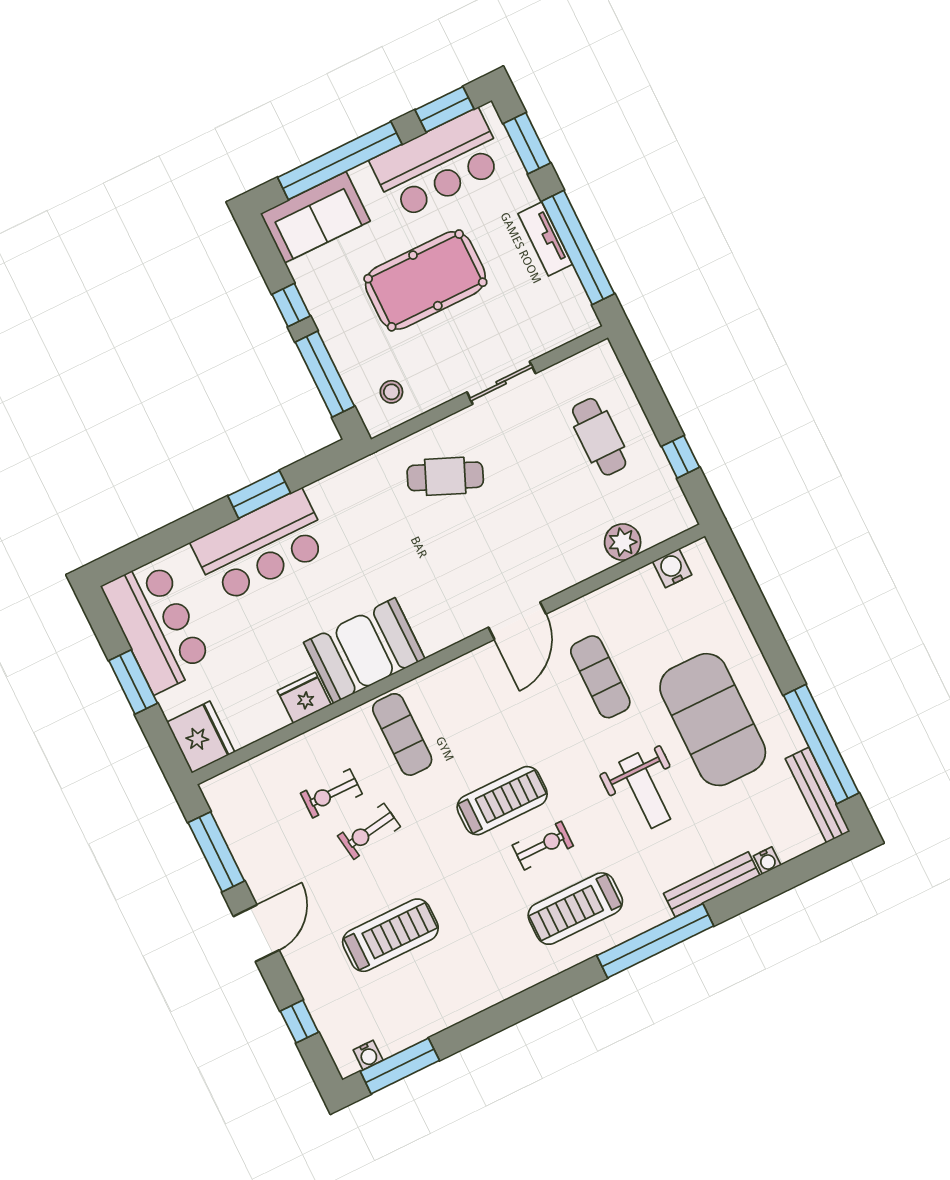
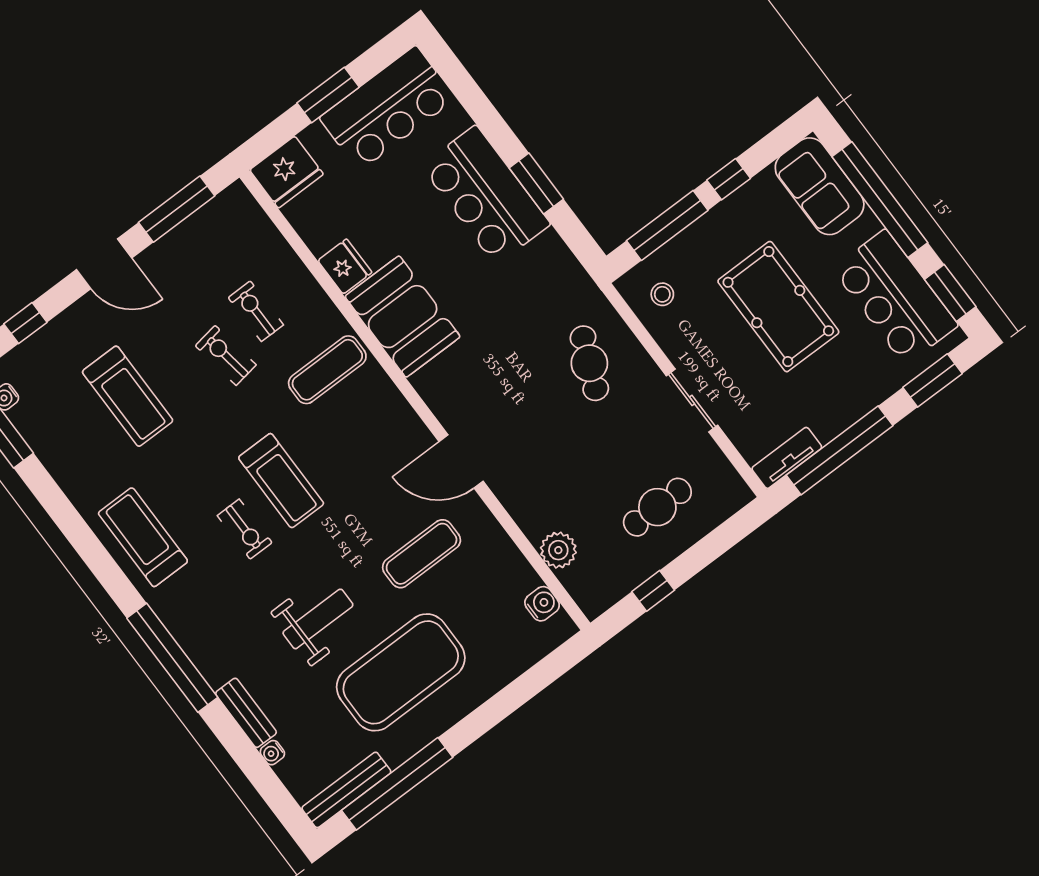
tv unit: (545, 239) -> (787, 458), moved
weight bench: (645, 791) -> (318, 619), turned 180
bench: (712, 884) -> (246, 713), width x0.73
treadmill: (575, 909) -> (143, 537), moved

